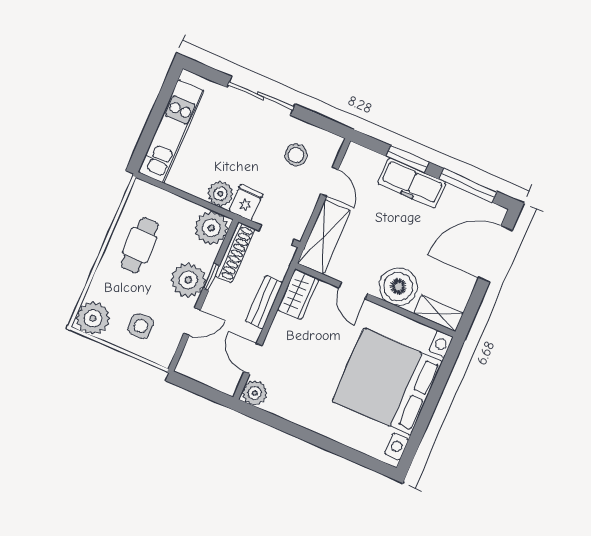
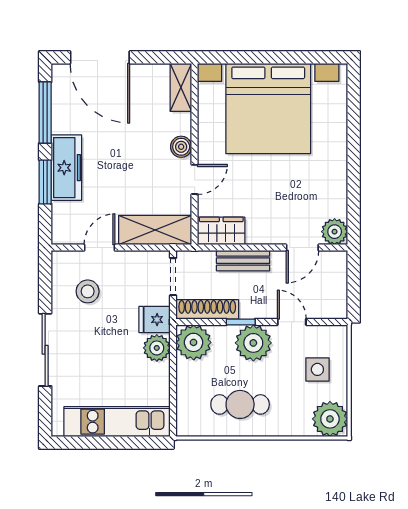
boiler: (398, 287) -> (181, 147), width x0.54, depth x0.54

